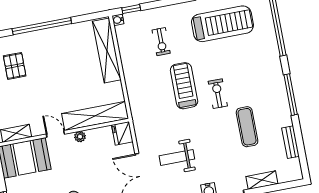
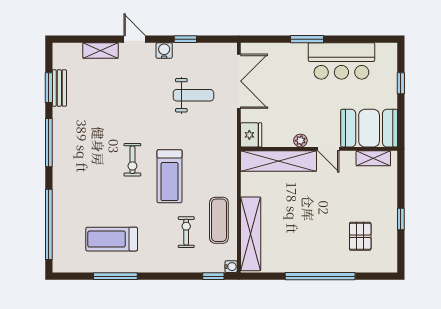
treadmill: (222, 24) -> (112, 239), width x0.73, depth x0.73
exercise mat: (247, 127) -> (219, 220), moved
window: (299, 141) -> (49, 88), added

